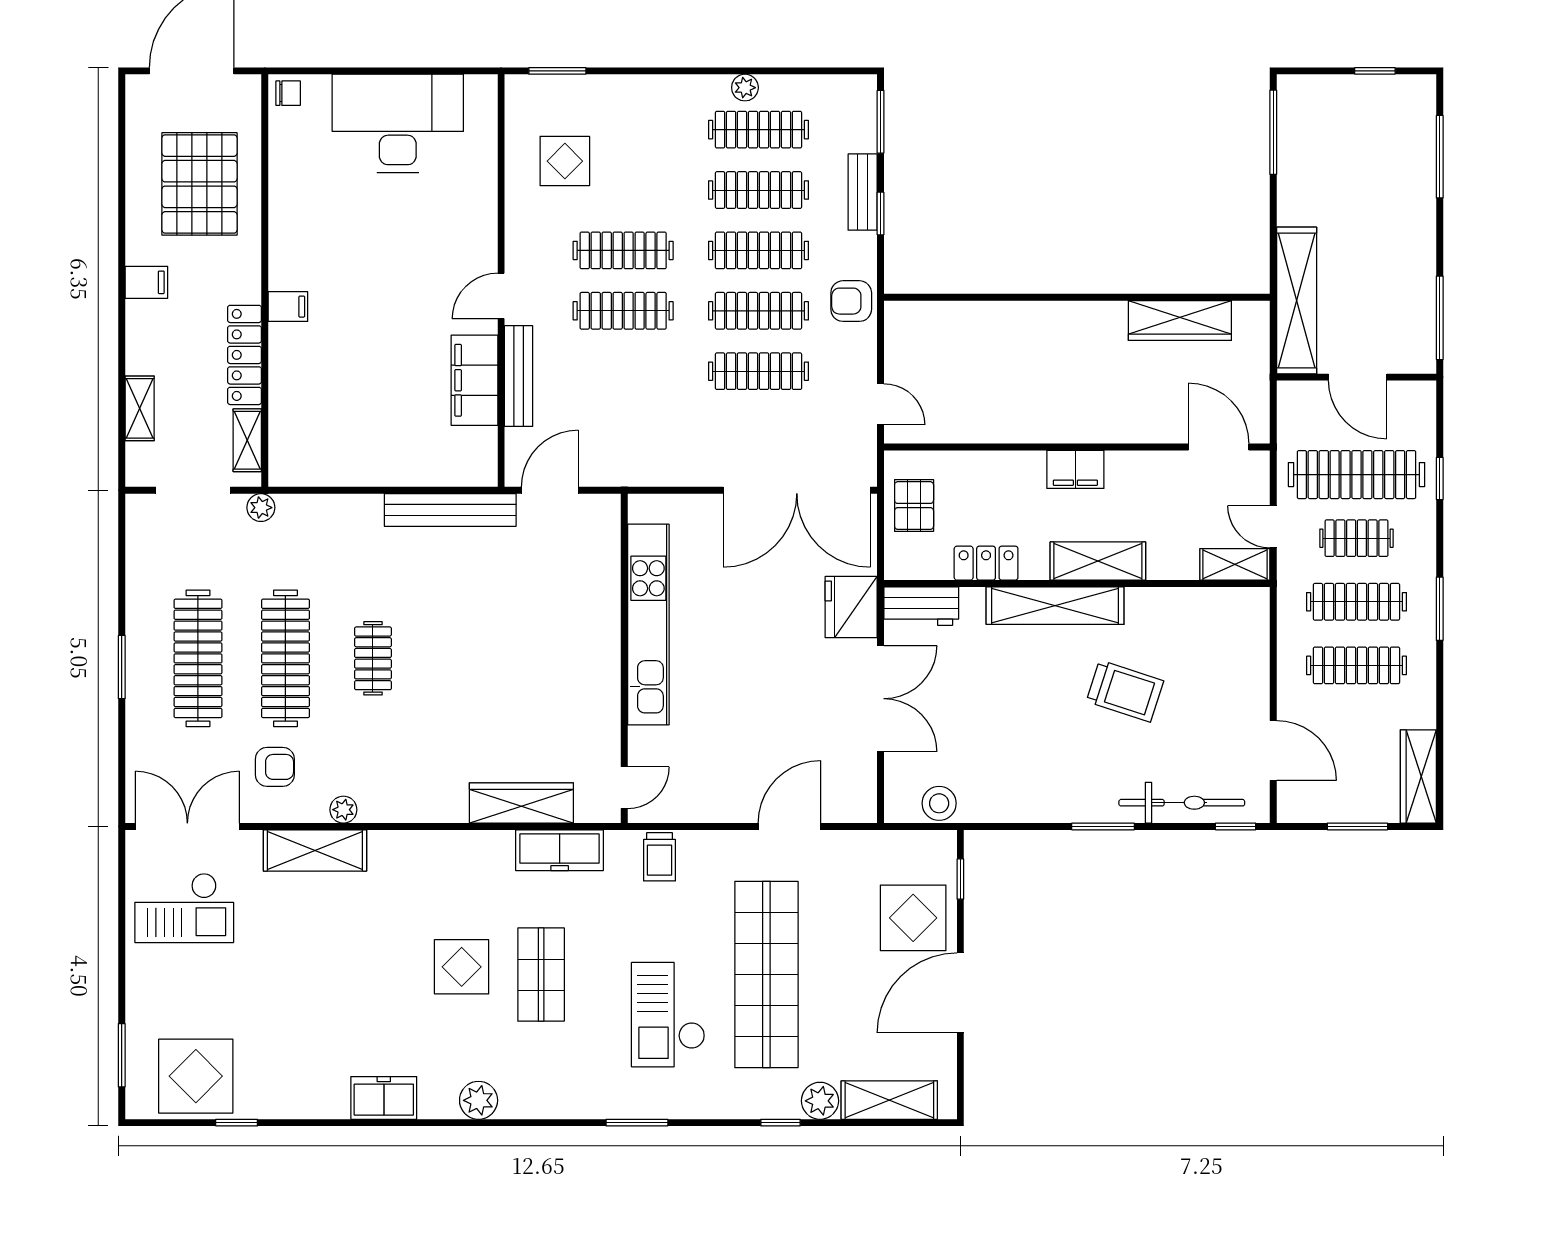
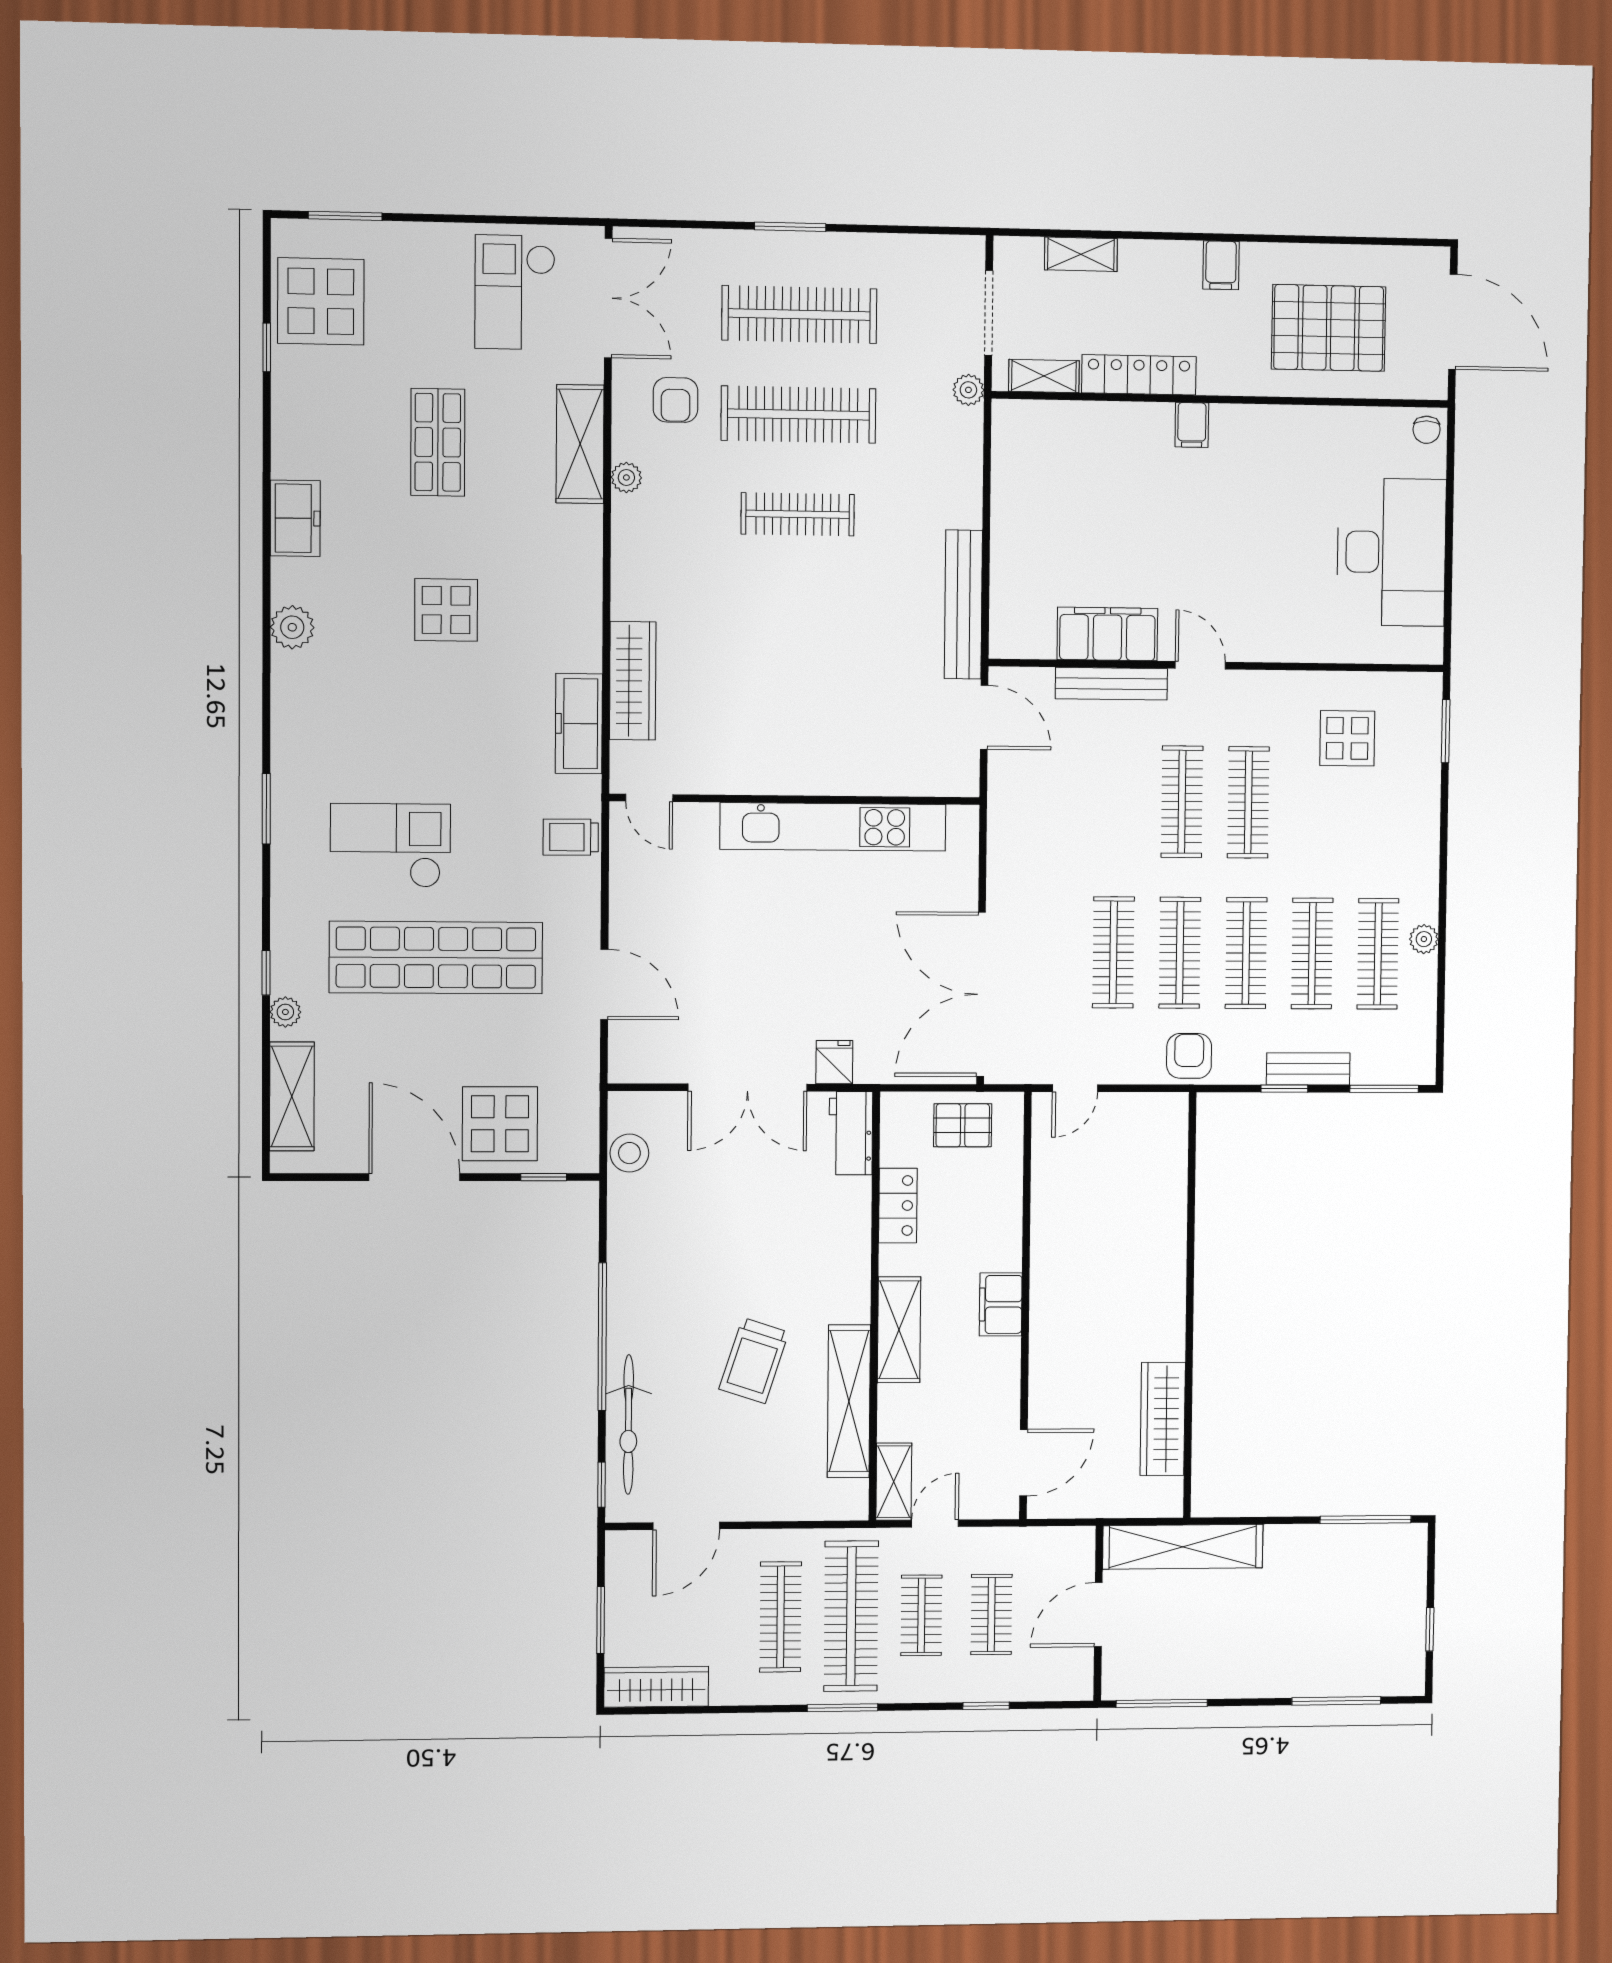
clothes rail: (1356, 475) -> (991, 1614), width x0.54, depth x0.76
clothes rail: (1356, 602) -> (851, 1616), width x1.37, depth x1.31
shelving: (1055, 606) -> (849, 1401), moved
fridge: (851, 607) -> (834, 1062), width x0.53, depth x0.75
clothes rail: (373, 658) -> (798, 514), width x1.36
window: (1103, 826) -> (602, 1337), width x2.11
shop shelf: (541, 975) -> (438, 442), moved, turned 90
plant: (820, 1101) -> (285, 1012), width x0.73, depth x0.73

